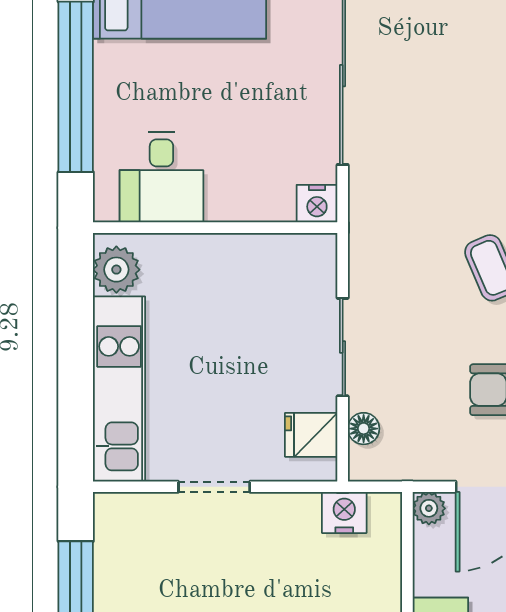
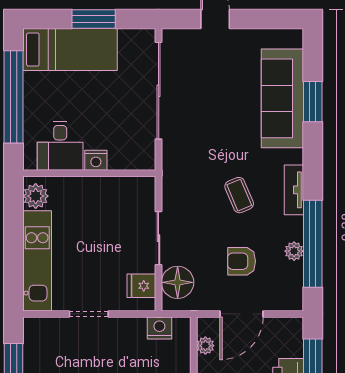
nightstand: (317, 204) -> (96, 160), moved
floor lamp: (364, 429) -> (178, 282), width x1.89, depth x1.89
plant: (429, 508) -> (205, 346), moved

